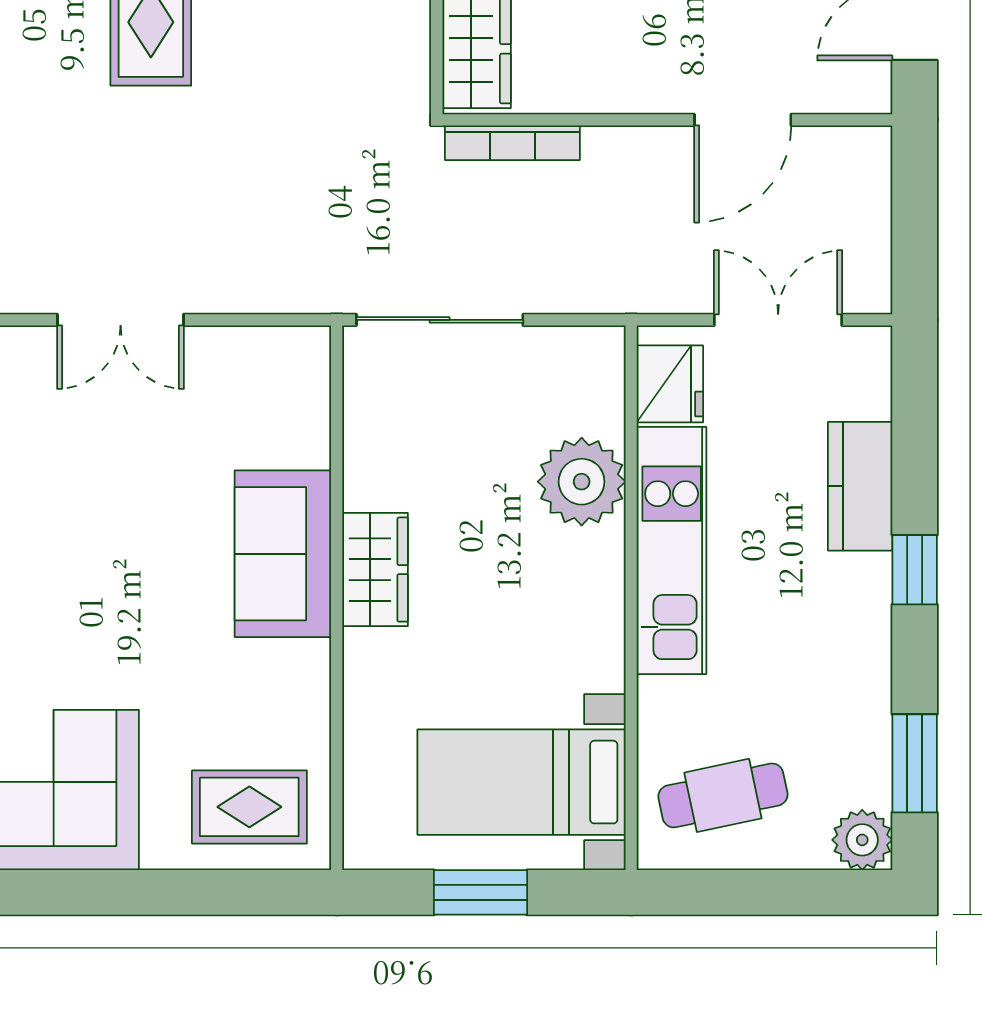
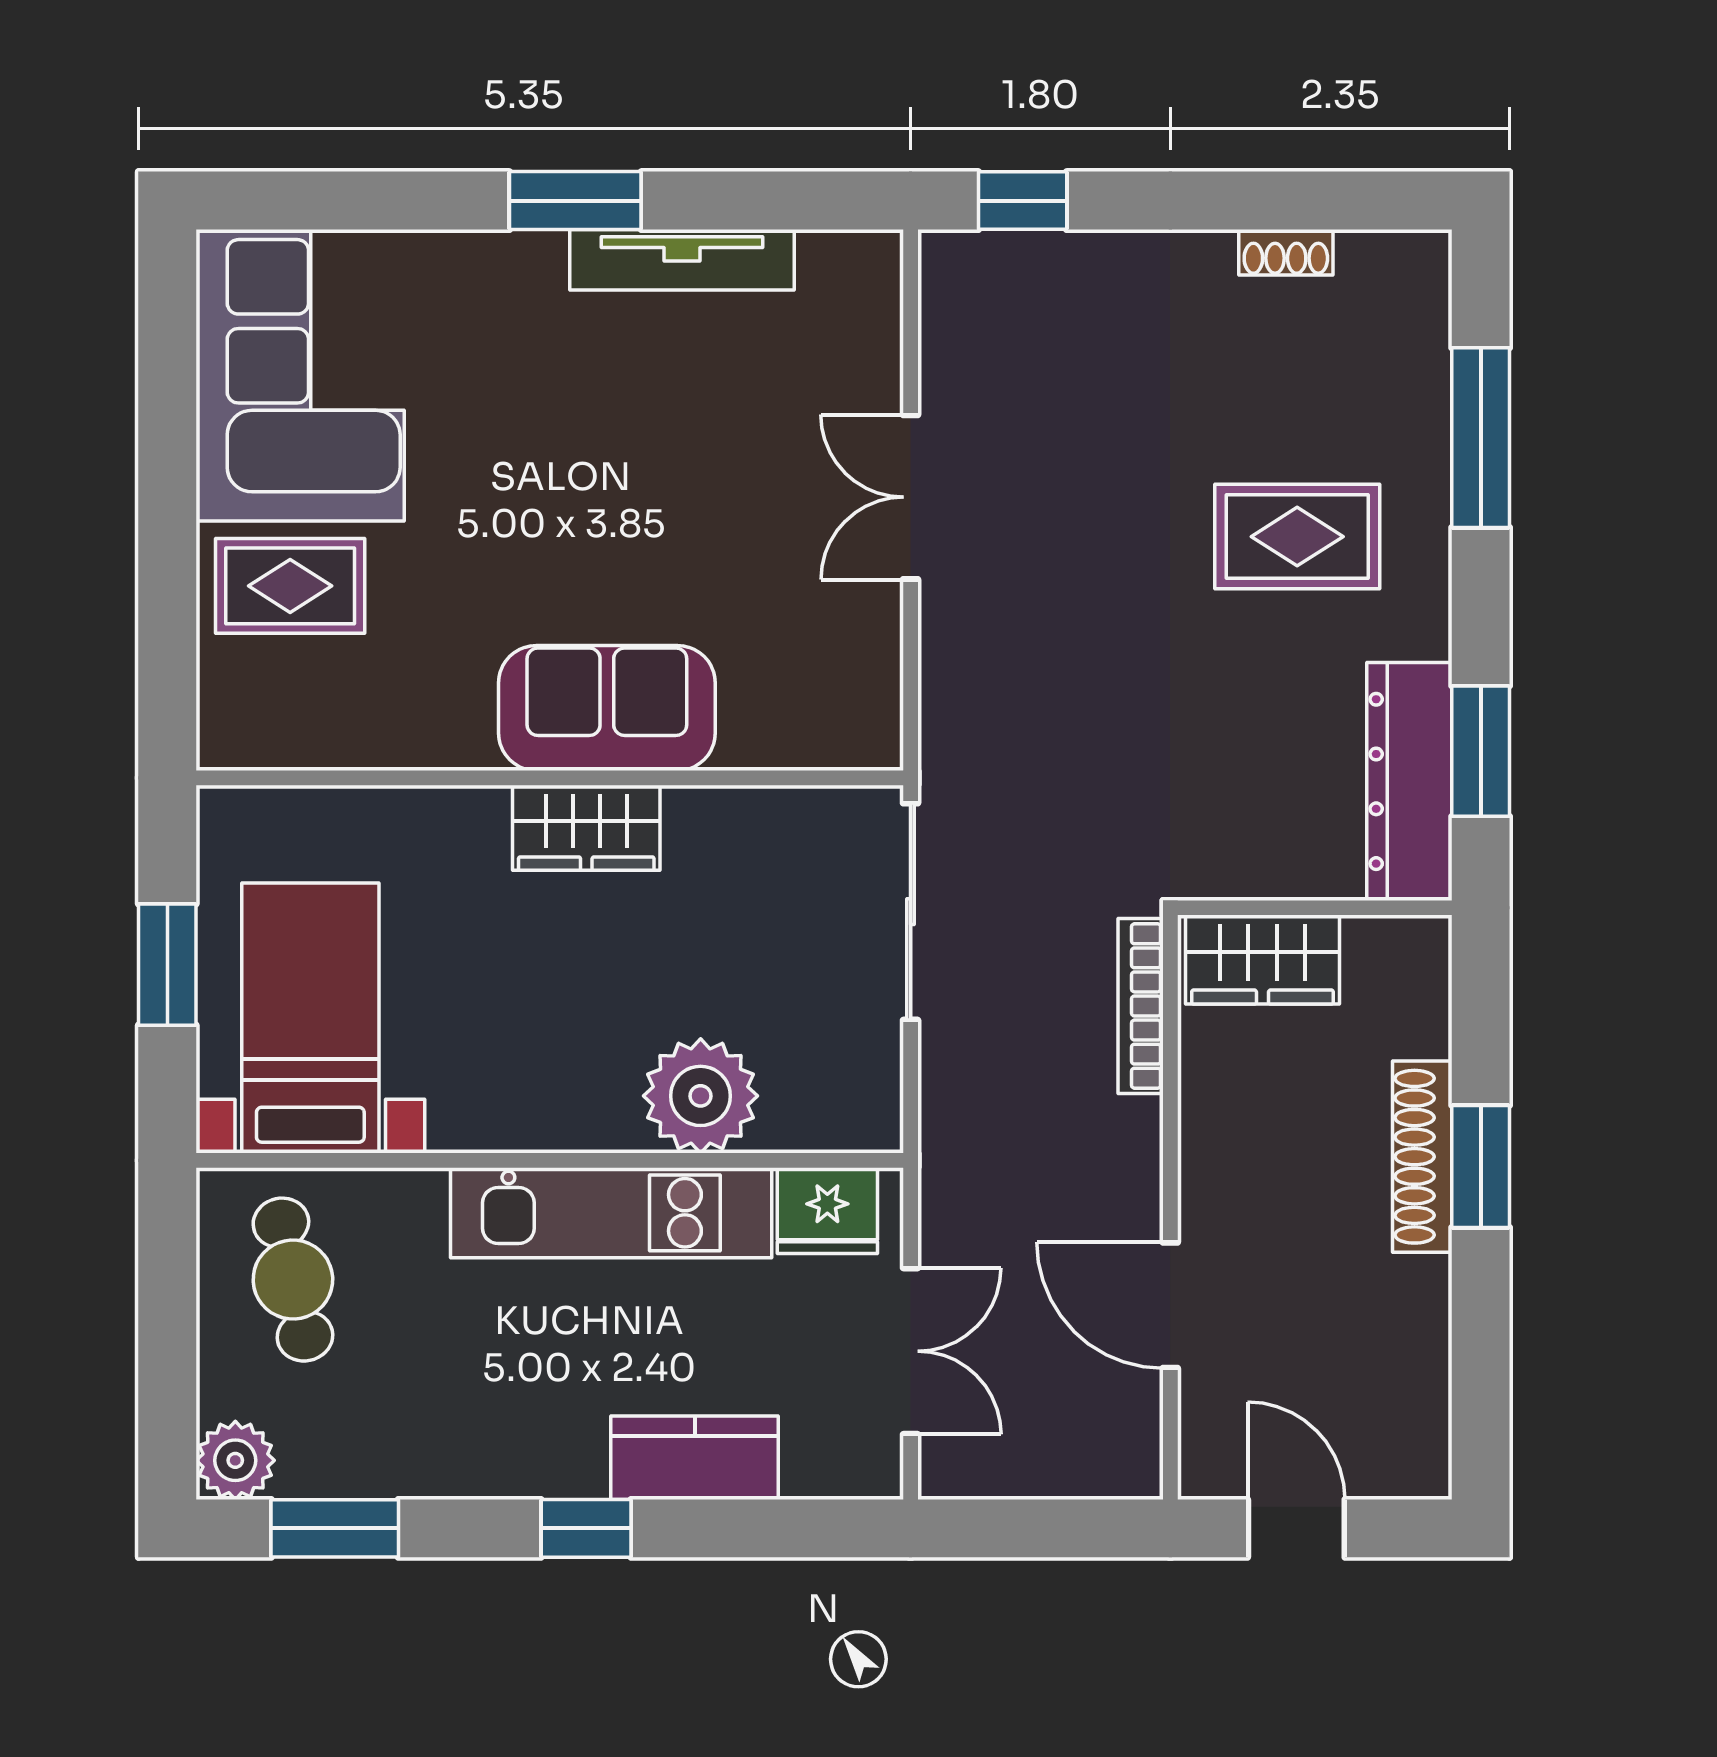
rug: (249, 807) -> (290, 586), moved, turned 90

